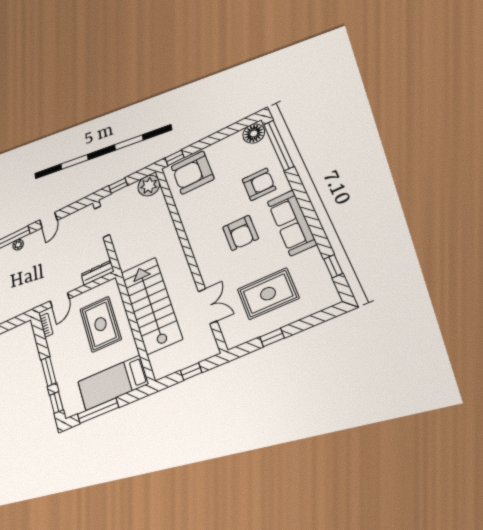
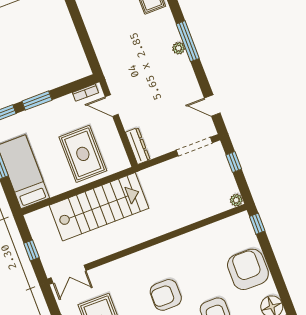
armchair: (193, 173) -> (248, 269), moved
plant: (149, 186) -> (236, 200), width x0.53, depth x0.53
door: (48, 220) -> (212, 105), moved
double door: (208, 306) -> (68, 274), moved
rug: (100, 324) -> (83, 154), turned 90

